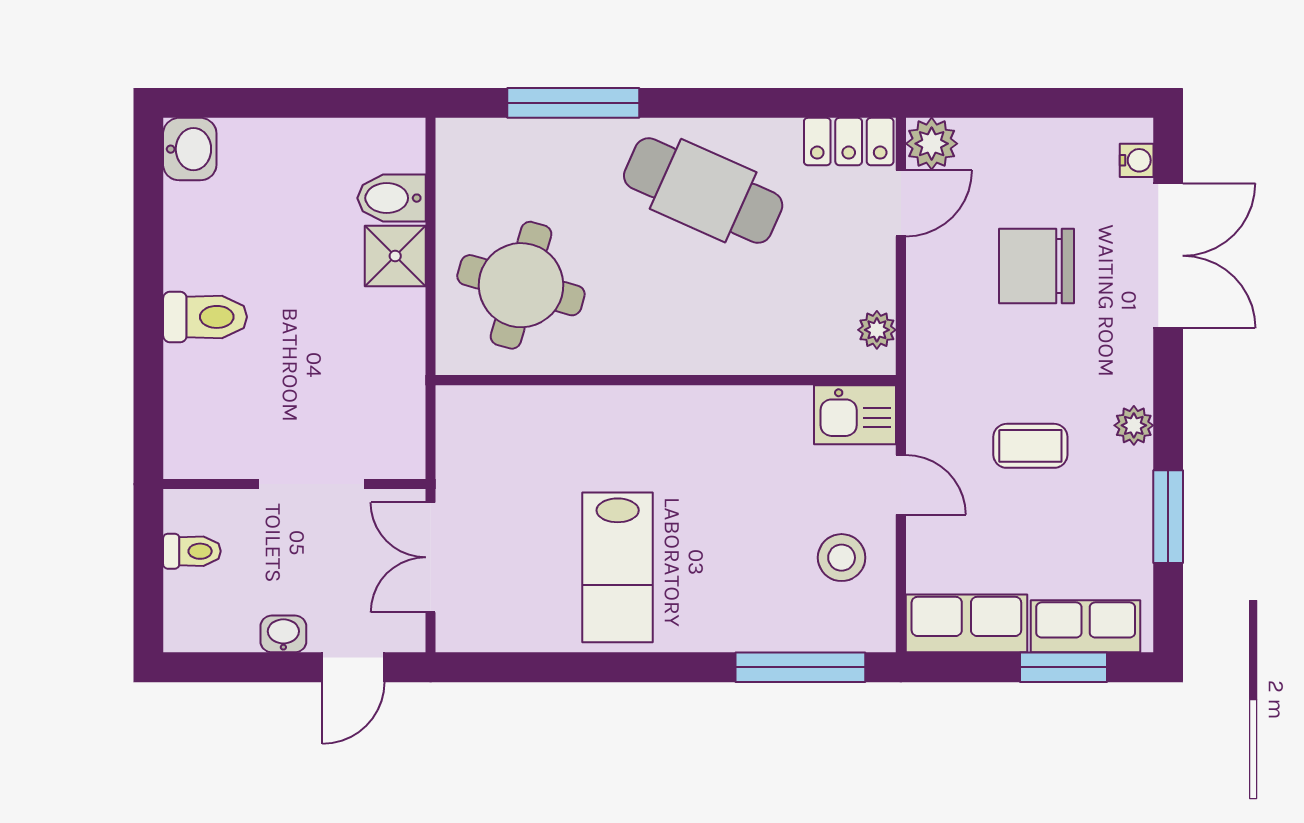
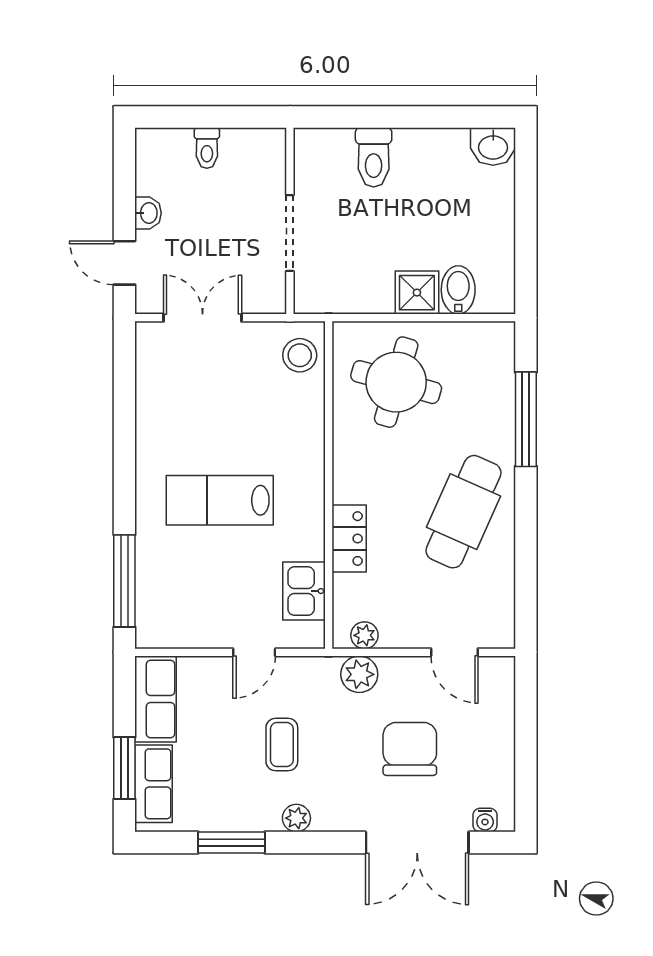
locker: (849, 142) -> (349, 539), moved, turned 180
plant: (932, 144) -> (359, 674), moved
kitchen sink: (855, 415) -> (304, 591), moved
wall: (294, 484) -> (290, 221), moved
doorway: (312, 484) -> (290, 233), moved
stool: (842, 558) -> (300, 355), moved
lab bench: (618, 567) -> (220, 500), moved

